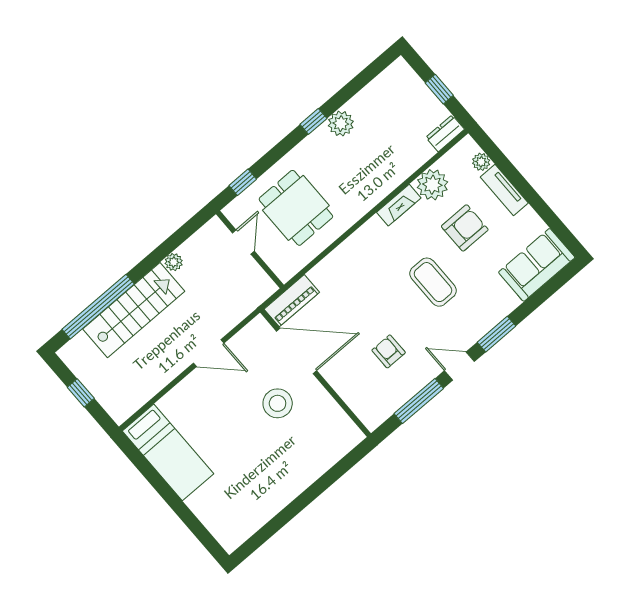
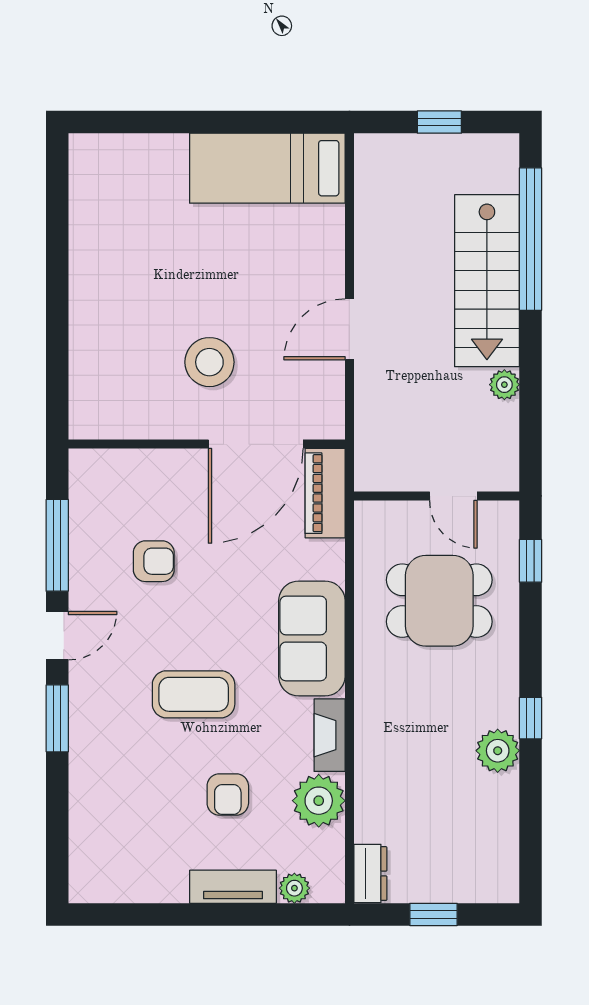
armchair: (465, 228) -> (228, 795), width x0.72, depth x0.72
sofa: (537, 265) -> (312, 638), moved, turned 180

